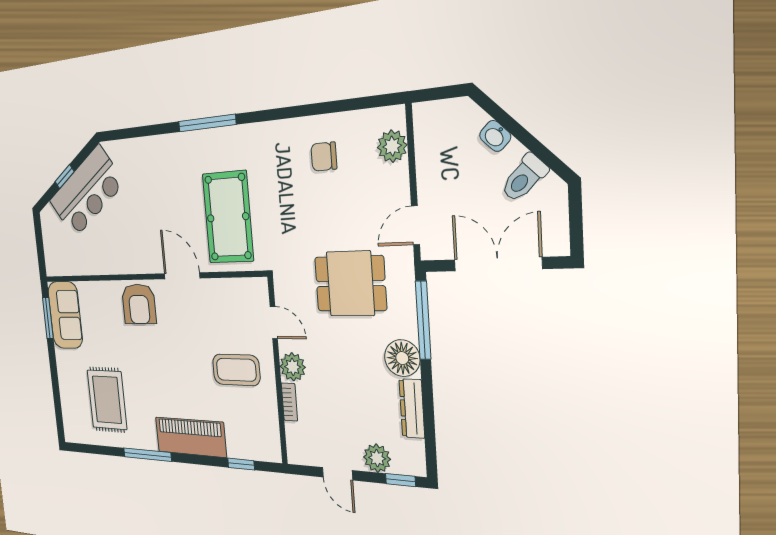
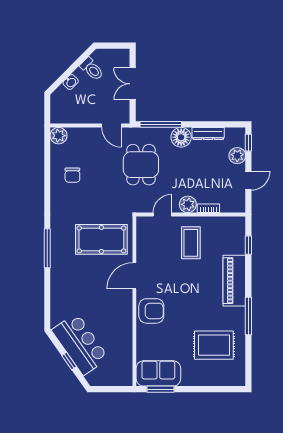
plant: (392, 146) -> (59, 136), moved
double door: (498, 264) -> (133, 84), width x0.73

